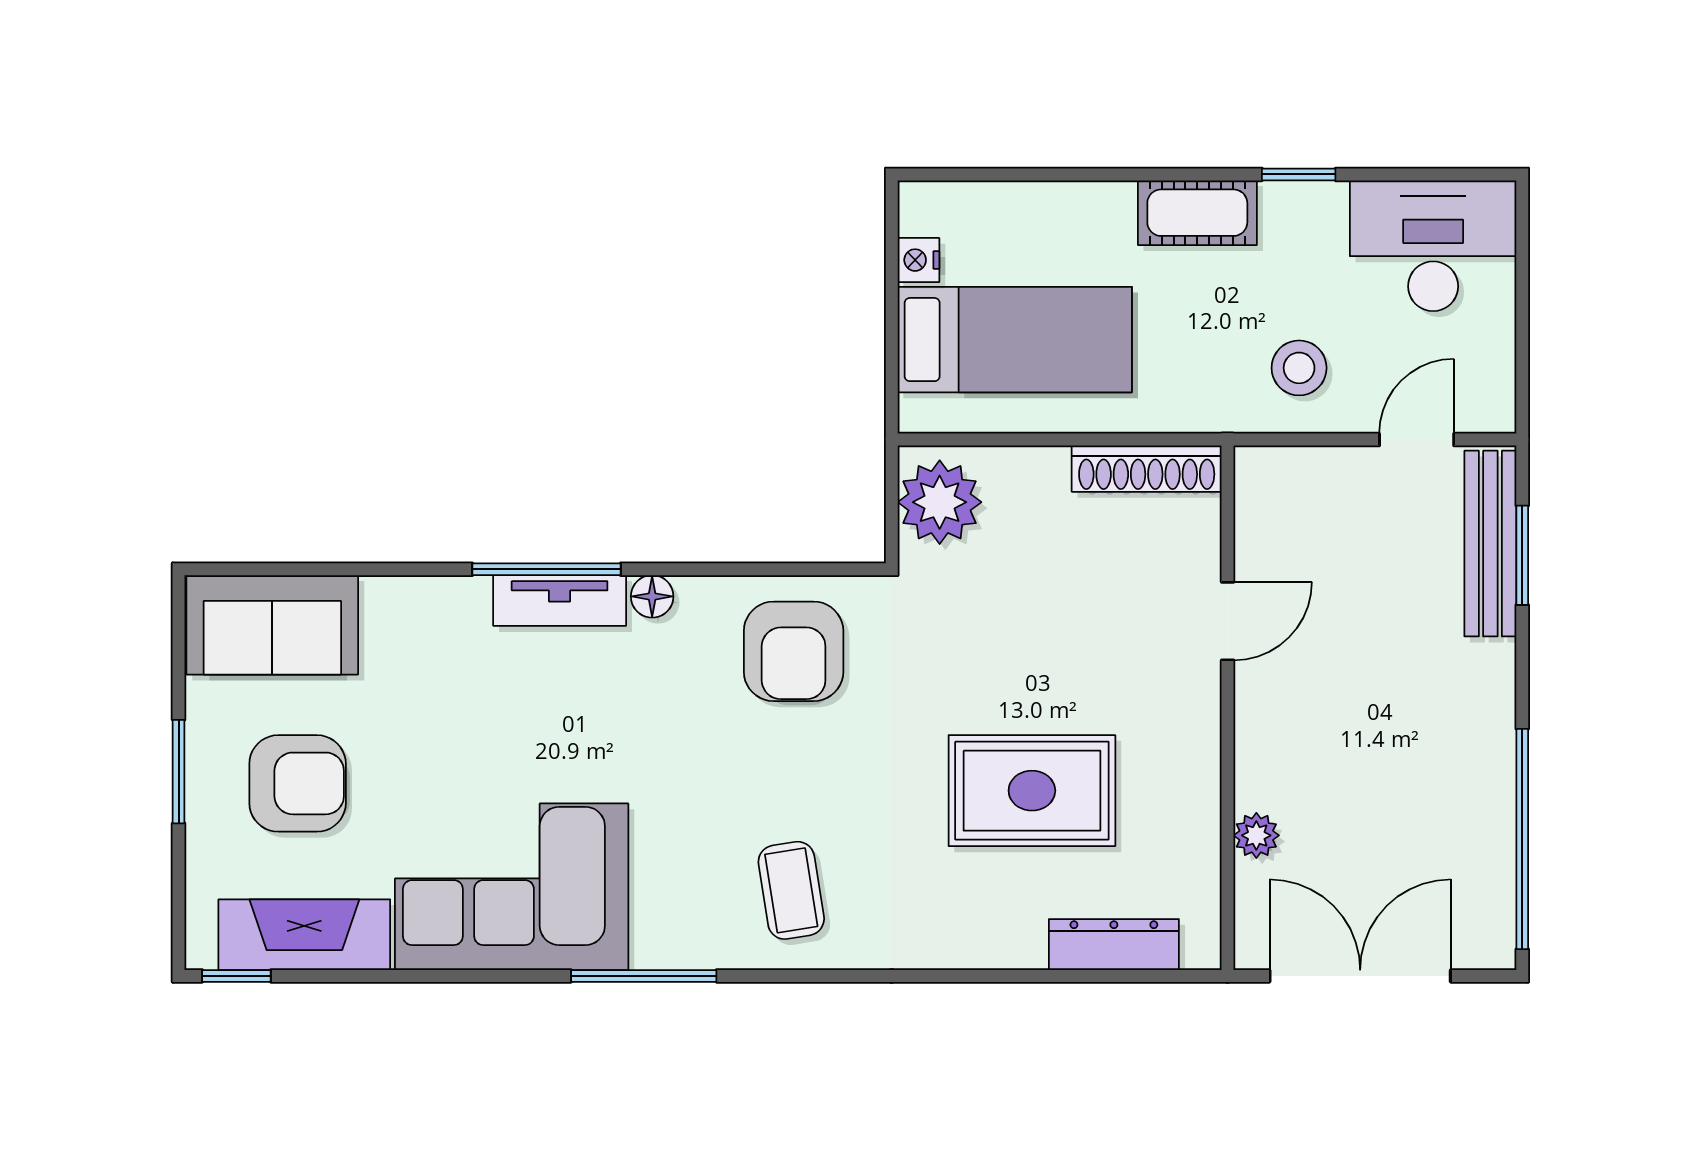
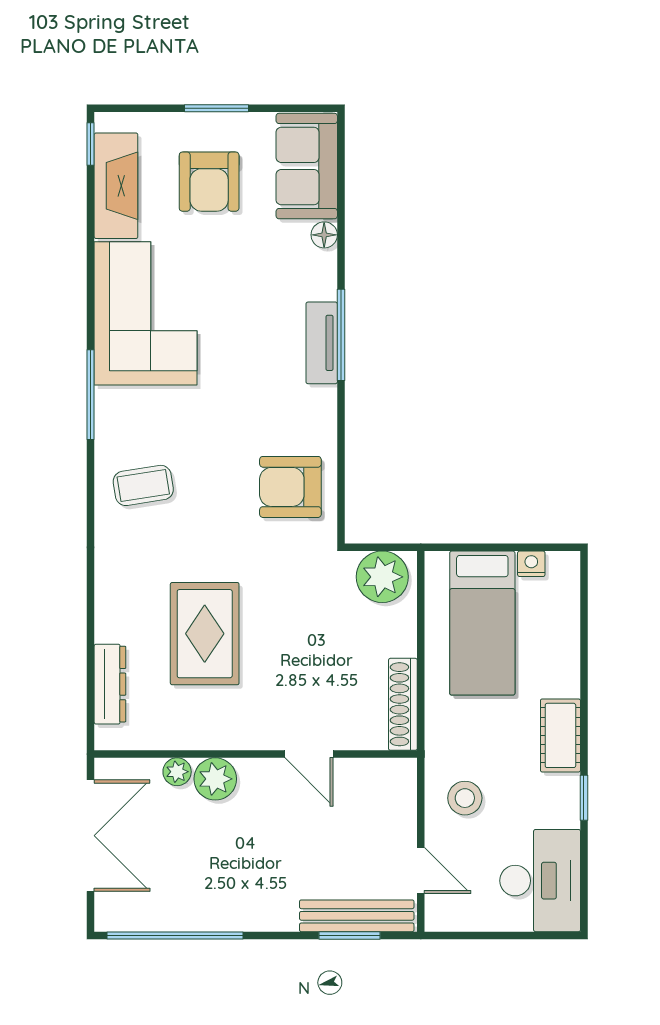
floor lamp: (652, 596) -> (324, 235), moved
plant: (1268, 773) -> (215, 779), added

